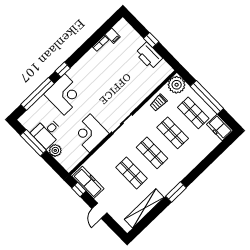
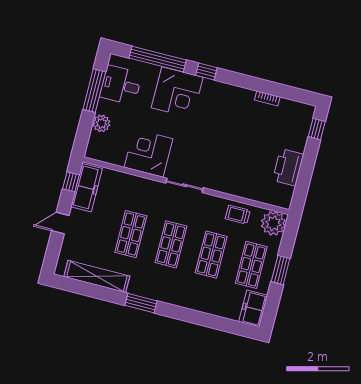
filing cabinet: (113, 36) -> (286, 108), removed
window: (151, 40) -> (317, 129), moved
window: (207, 97) -> (281, 270), width x0.47
desk: (47, 133) -> (121, 85), moved

